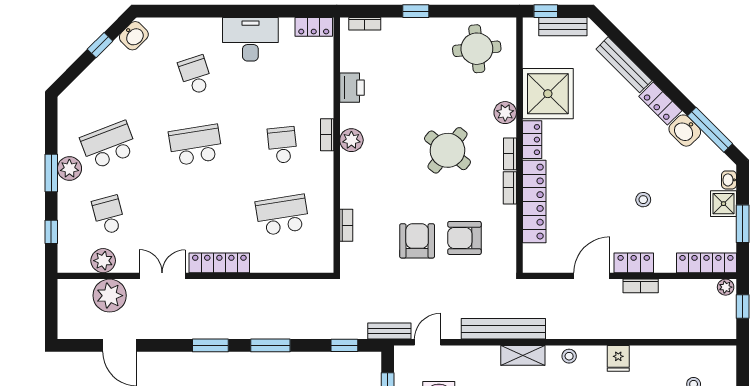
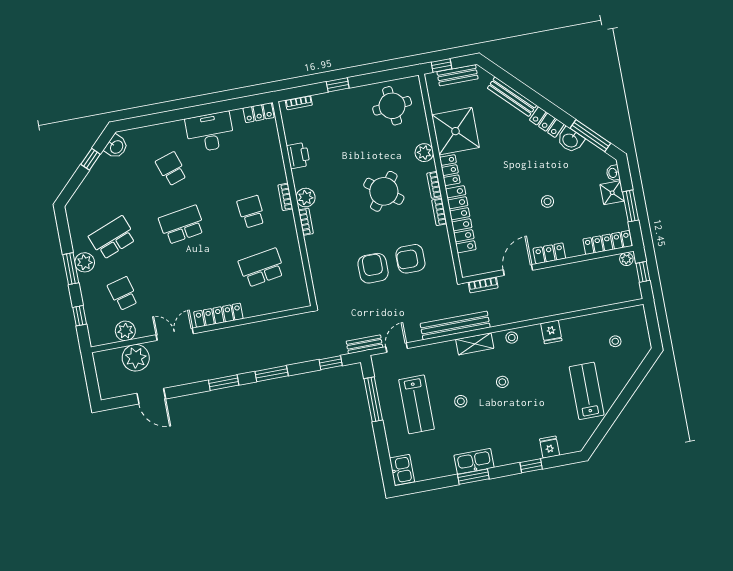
bookcase: (346, 225) -> (306, 222), moved
bookcase: (641, 286) -> (483, 285), moved

